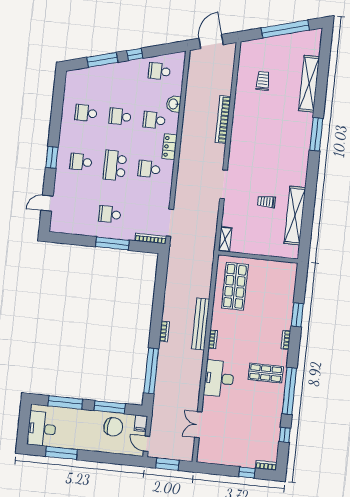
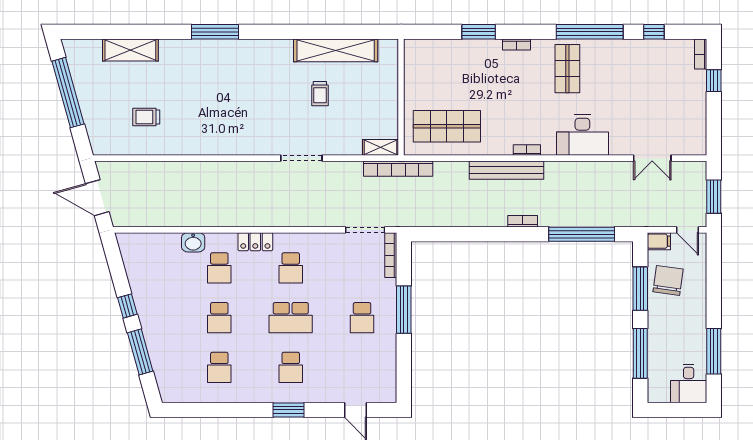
school desk: (159, 71) -> (148, 268), removed
shelving: (309, 84) -> (130, 50), width x0.68
bookcase: (223, 120) -> (398, 169), moved
desk: (42, 429) -> (689, 383), width x0.73
door: (147, 444) -> (688, 230), hinge flipped

